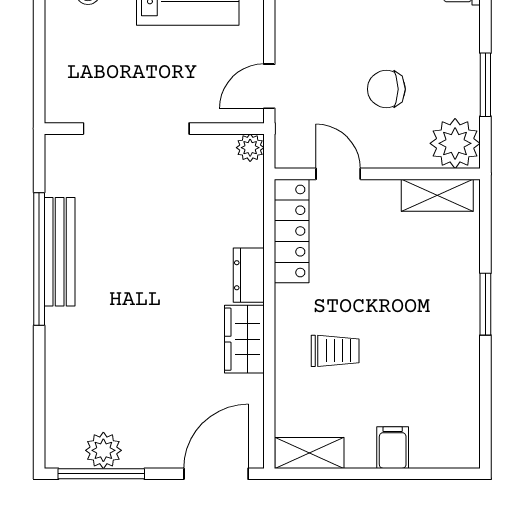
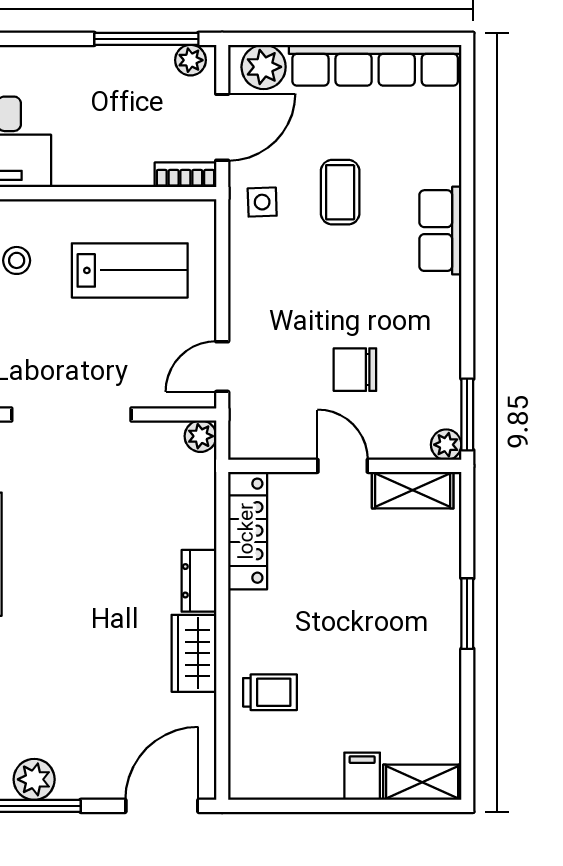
window: (485, 85) -> (467, 415), moved
plant: (455, 143) -> (446, 445), width x0.53, depth x0.53
door: (338, 174) -> (343, 466), moved
trolley: (335, 351) -> (270, 692), moved
shelving: (309, 453) -> (422, 782), moved

